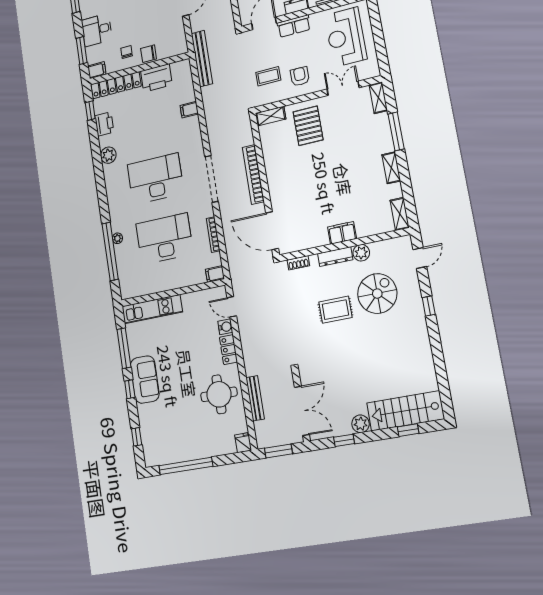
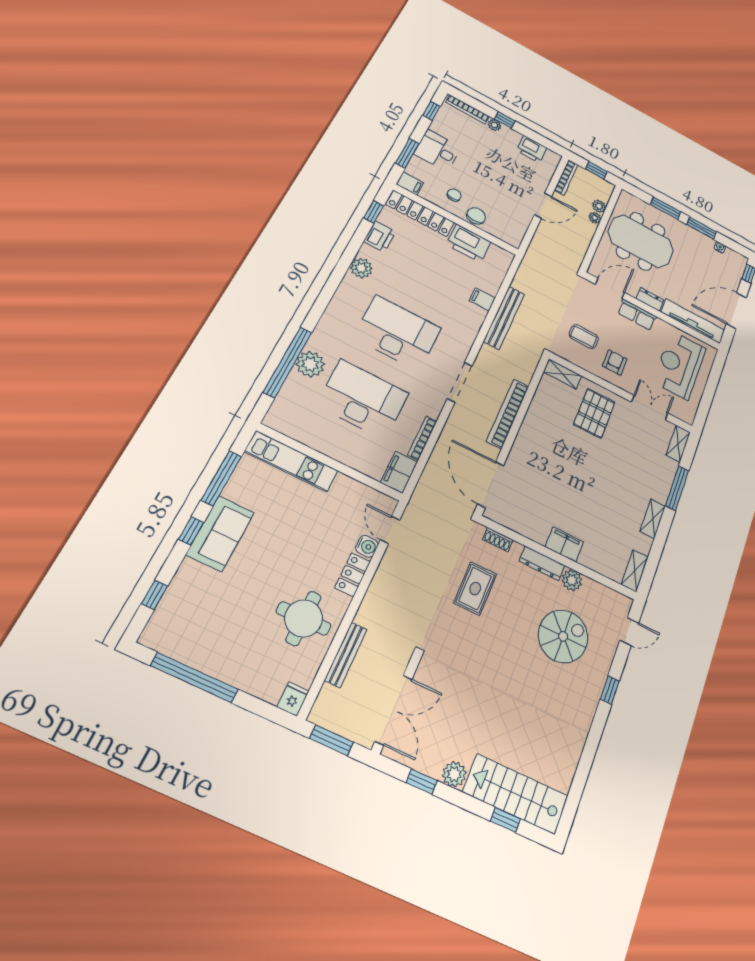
chair: (149, 54) -> (476, 216), turned 90
bench: (202, 59) -> (504, 318), moved
doorway: (212, 179) -> (460, 382), width x0.73
plant: (117, 238) -> (310, 364), width x1.88, depth x1.88
filing cabinet: (215, 274) -> (399, 472), width x2.00
rug: (335, 310) -> (475, 589), moved, turned 90

